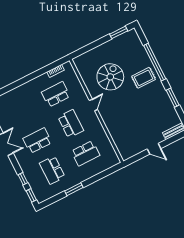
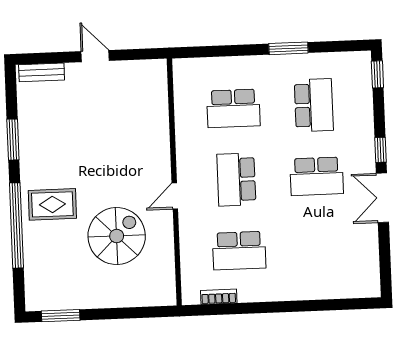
spiral stairs: (110, 77) -> (117, 236), turned 180
school desk: (86, 153) -> (233, 108), turned 180
window: (23, 179) -> (380, 150), moved

